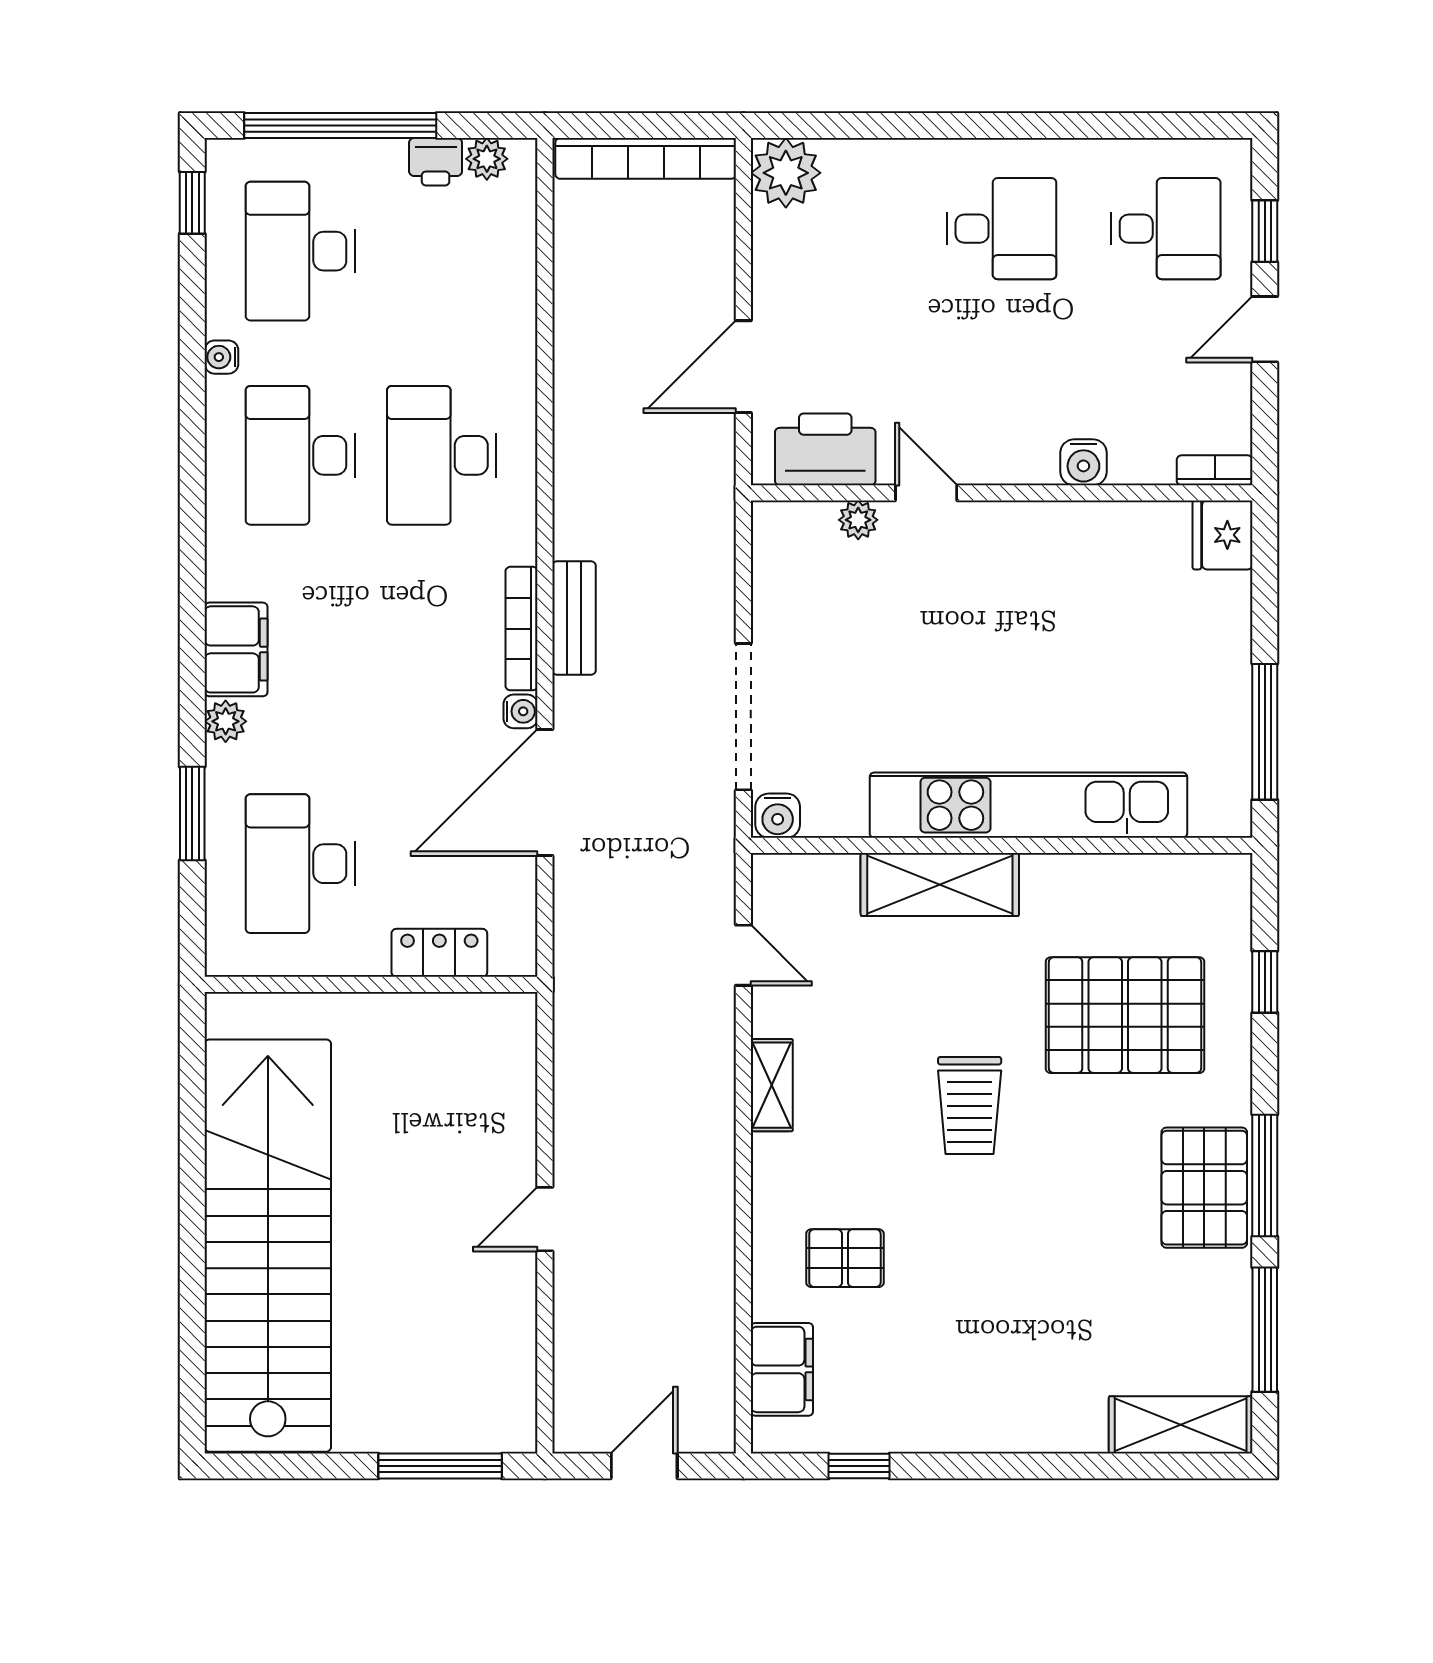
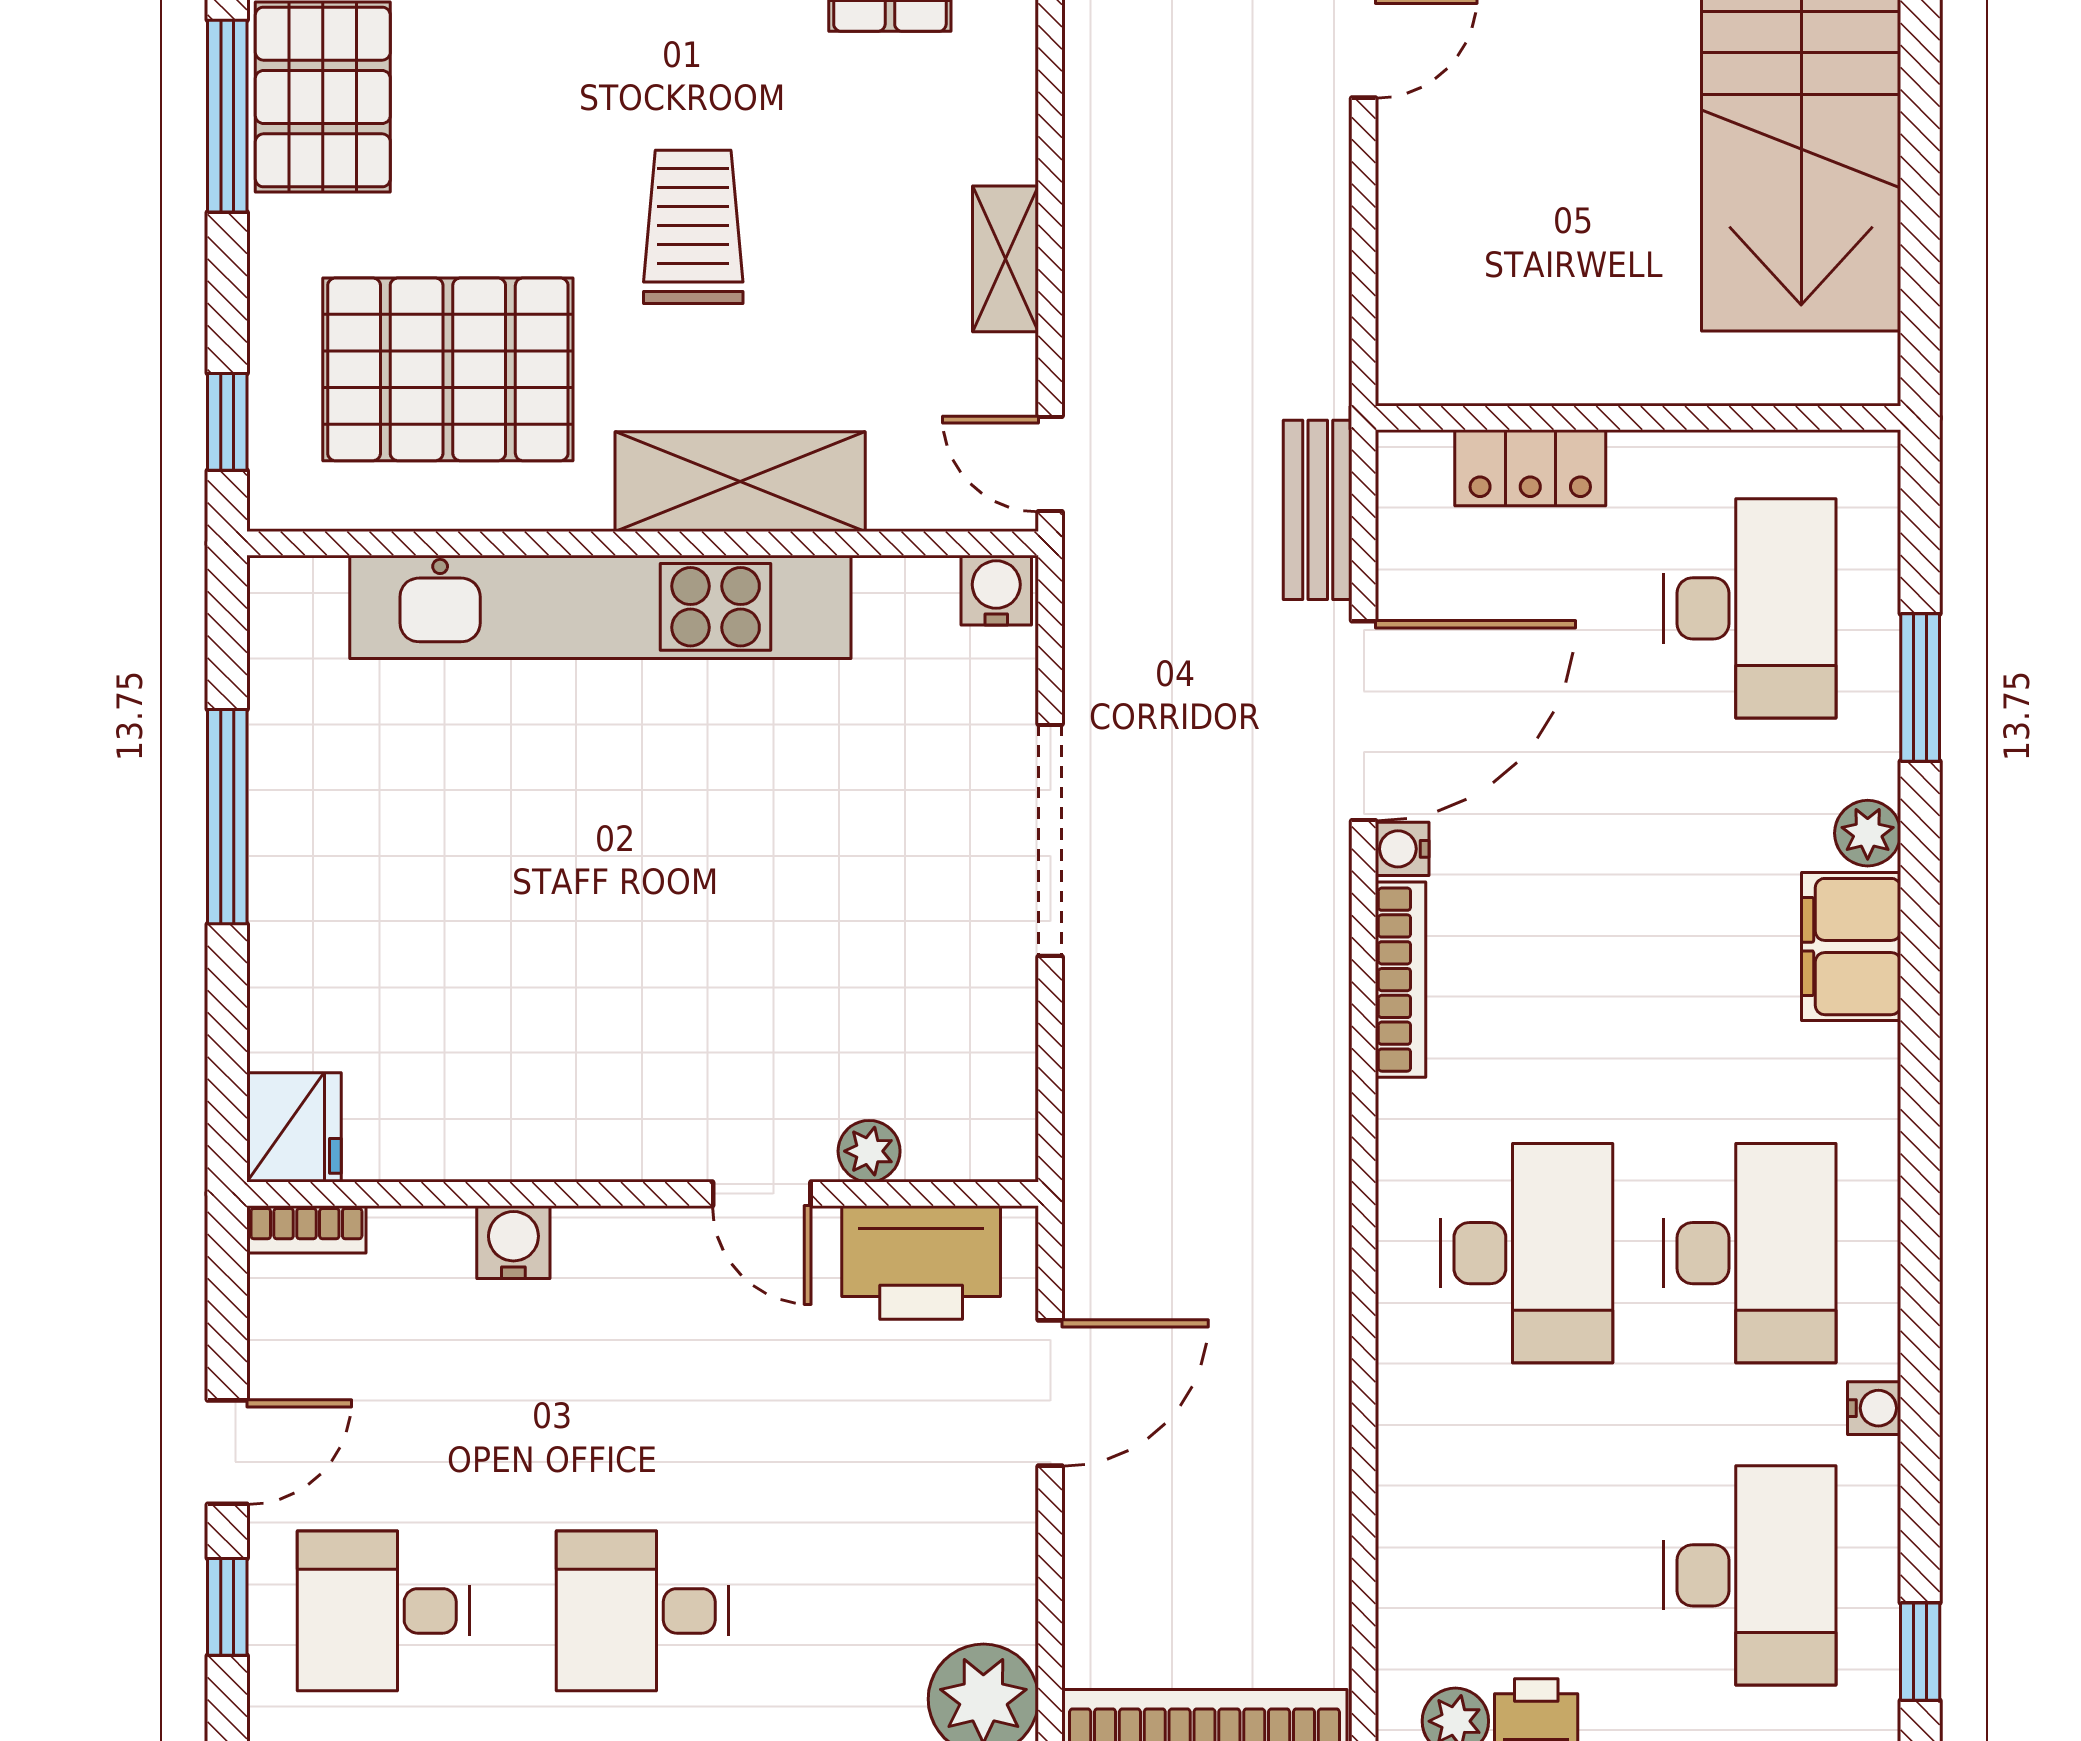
bench: (574, 618) -> (1318, 510), moved
kitchen unit: (1028, 805) -> (600, 607), moved
water cooler: (778, 816) -> (996, 590), moved
wall: (1002, 845) -> (643, 543), moved
shelving: (940, 884) -> (740, 482), moved

